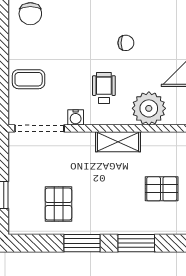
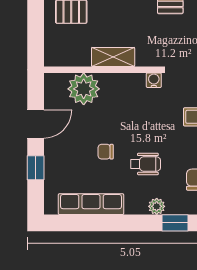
wheelchair: (104, 88) -> (146, 164), moved, turned -90

